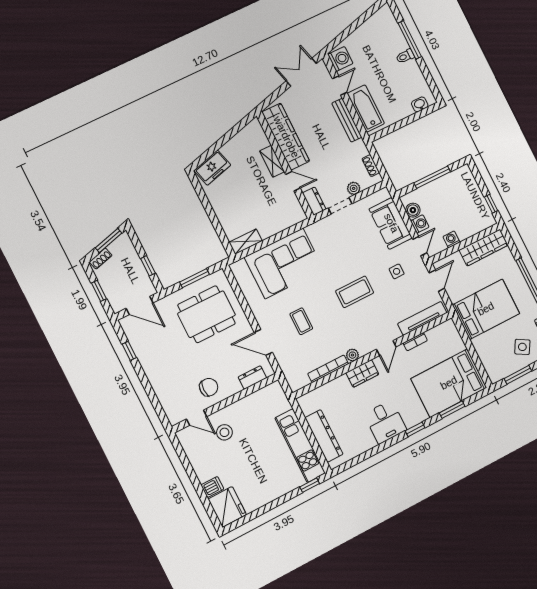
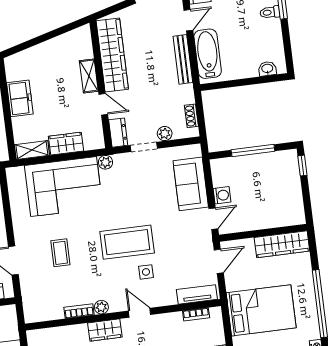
freezer: (212, 168) -> (20, 98), moved, turned -75
window: (491, 204) -> (302, 166), moved
boiler: (413, 210) -> (220, 178), removed
wardrobe: (273, 226) -> (66, 144), added
plant: (312, 230) -> (105, 162), added
washing machine: (451, 239) -> (250, 223), removed
side table: (397, 271) -> (146, 272), moved
coffee table: (355, 292) -> (127, 242), width x1.36, depth x1.32
tv unit: (422, 318) -> (197, 294), width x0.71
bookcase: (415, 342) -> (196, 314), moved
door: (386, 348) -> (140, 313), swing flipped
bookcase: (328, 369) -> (79, 311), width x0.64

